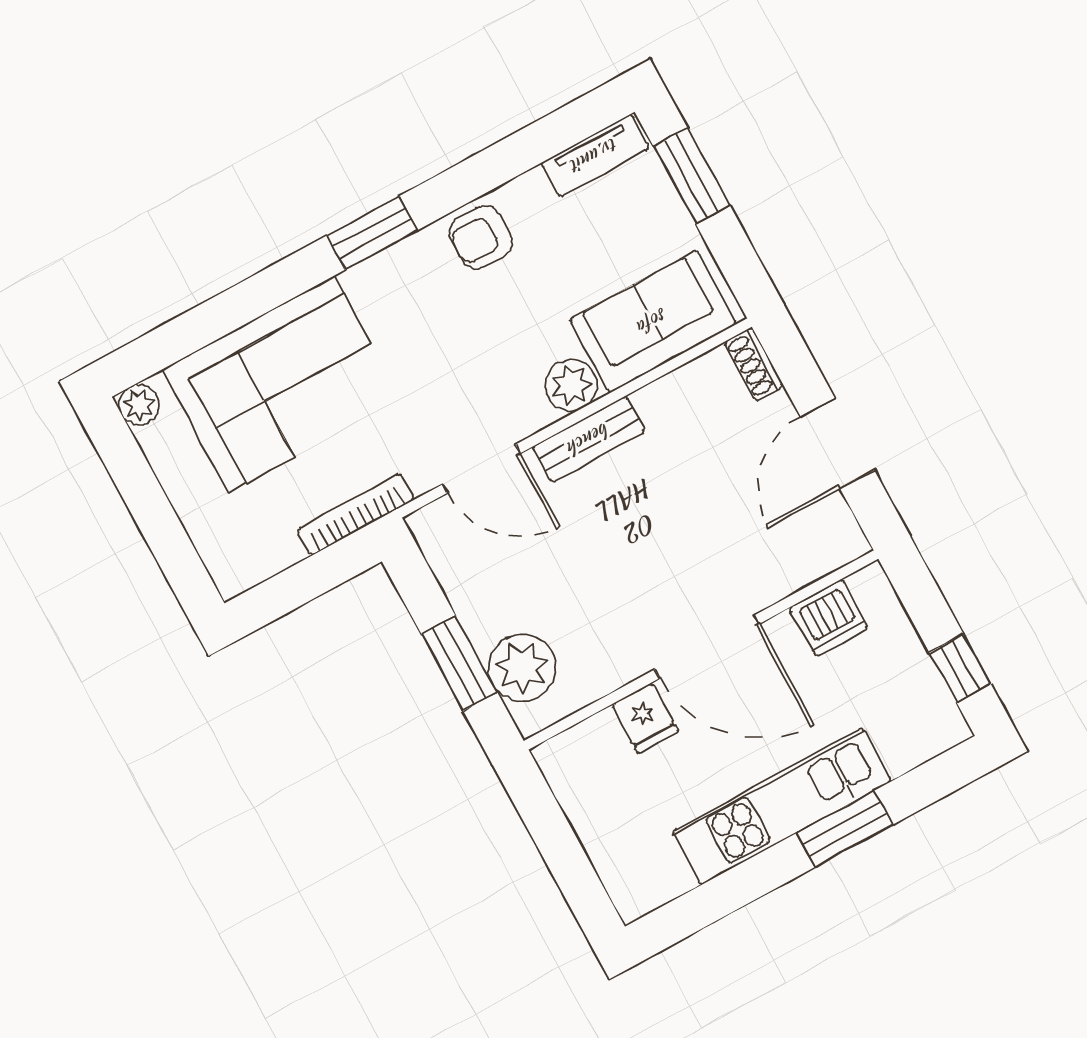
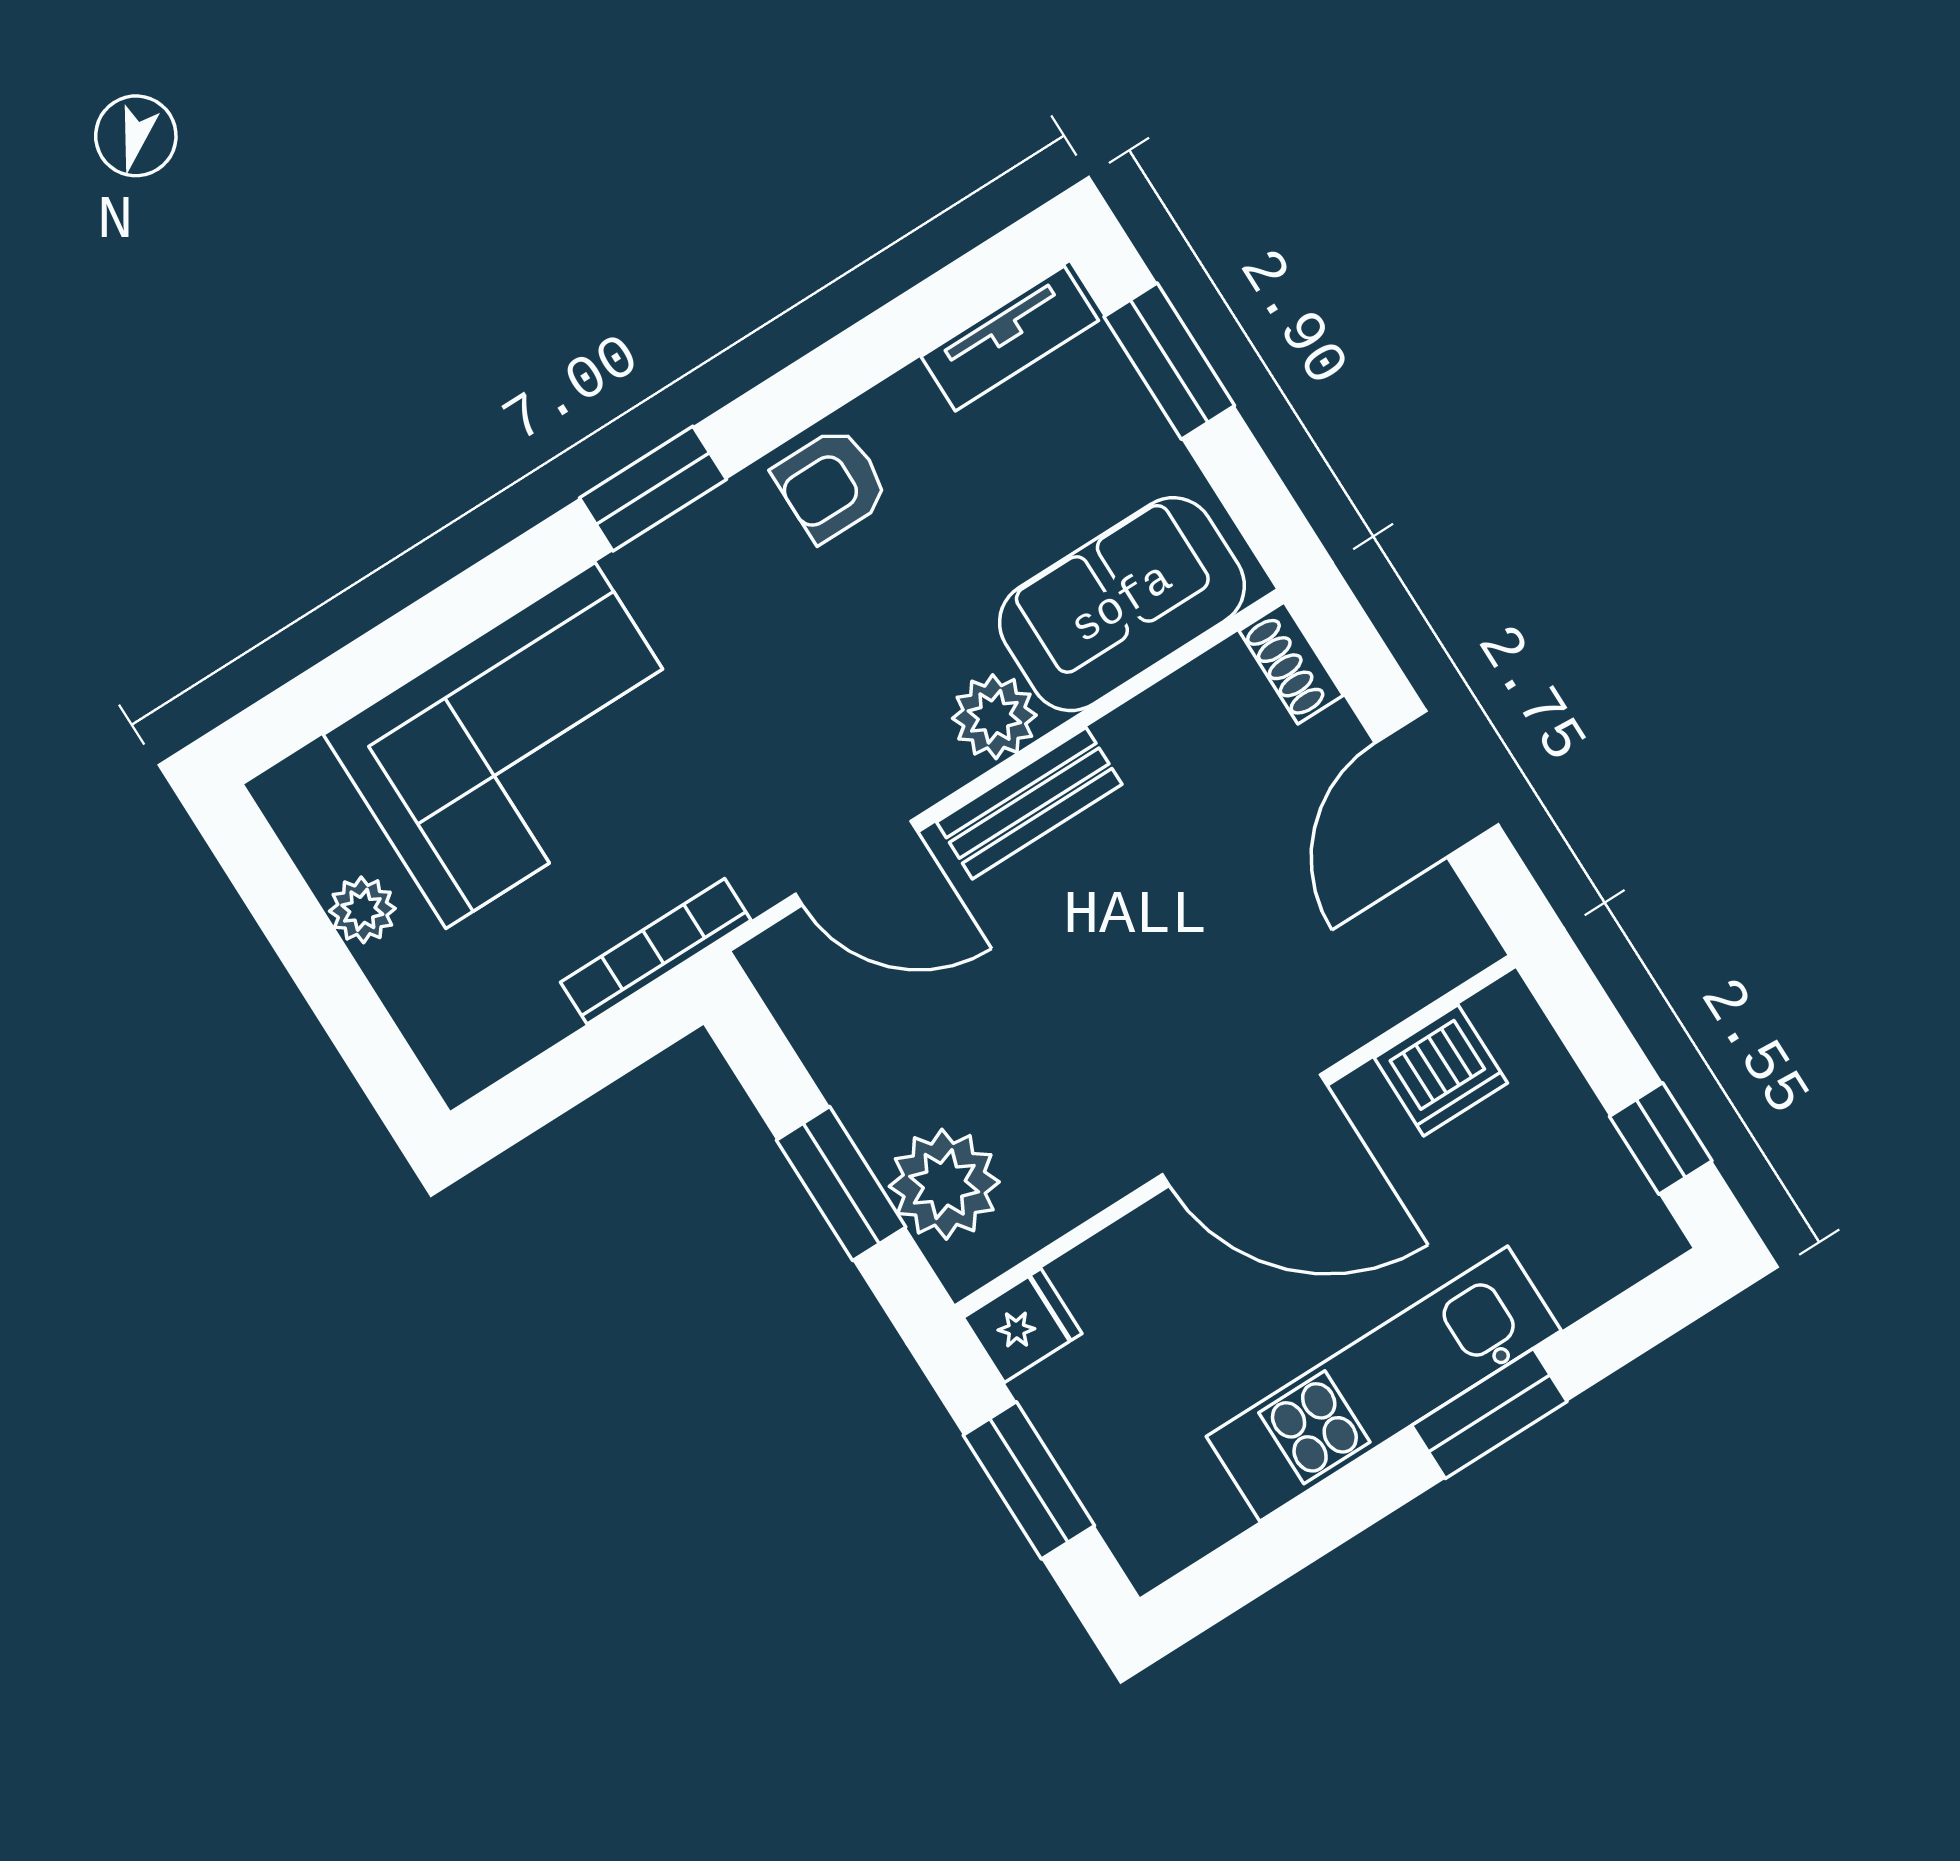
plant: (139, 405) -> (362, 910), moved
fridge: (645, 718) -> (1023, 1326), moved, turned -90
window: (562, 851) -> (1029, 1480), added

